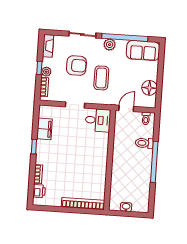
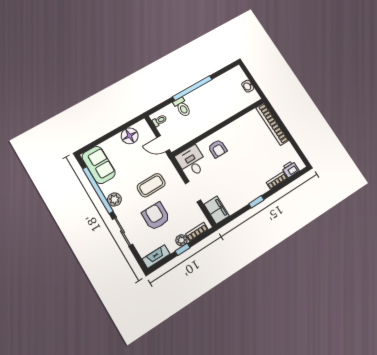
filing cabinet: (45, 129) -> (217, 210), moved, turned 90
armchair: (94, 147) -> (218, 149), added

